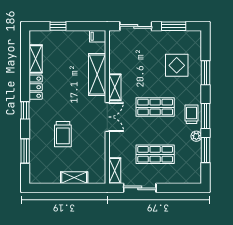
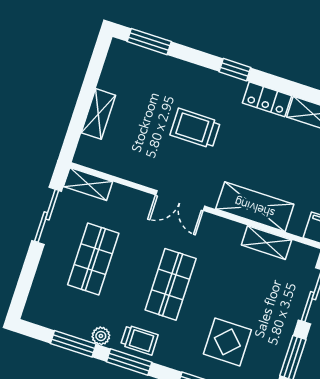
shelving: (115, 87) -> (266, 243), moved
trolley: (63, 134) -> (195, 128), moved
window: (25, 151) -> (149, 42), moved

